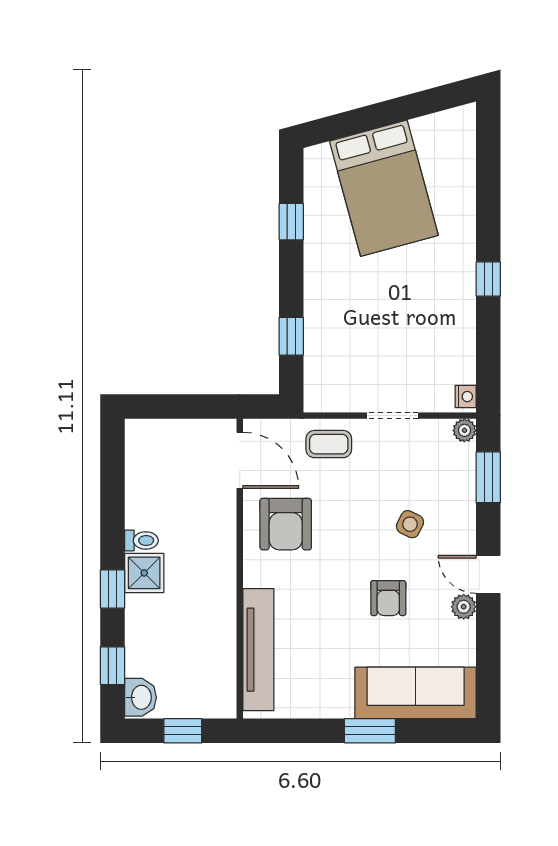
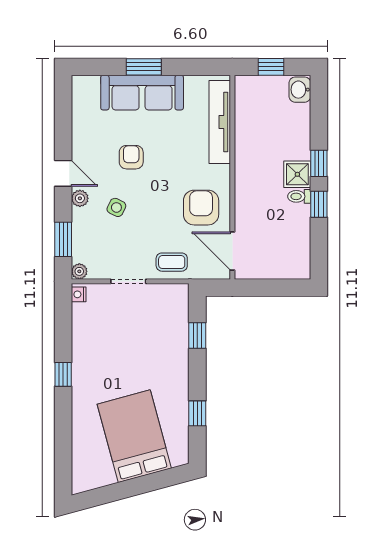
plant: (464, 607) -> (80, 198), moved
window: (112, 666) -> (319, 204), moved
sofa: (416, 693) -> (142, 93), moved

